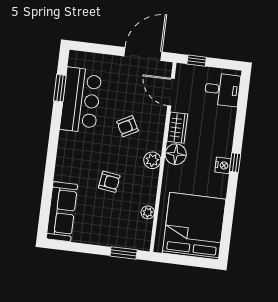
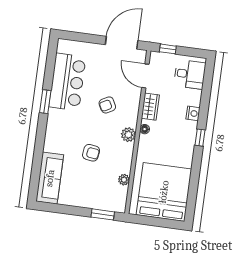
window: (60, 88) -> (45, 102), moved
floor lamp: (176, 154) -> (145, 129), width x0.53, depth x0.53
nightstand: (223, 165) -> (193, 113), moved

